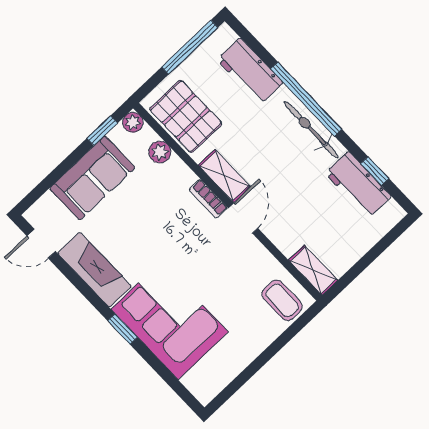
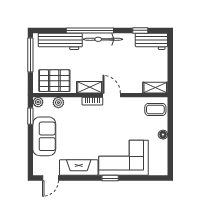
workbench: (250, 71) -> (60, 41), width x1.38
workbench: (358, 185) -> (151, 41), moved
floor lamp: (256, 345) -> (163, 135), added

